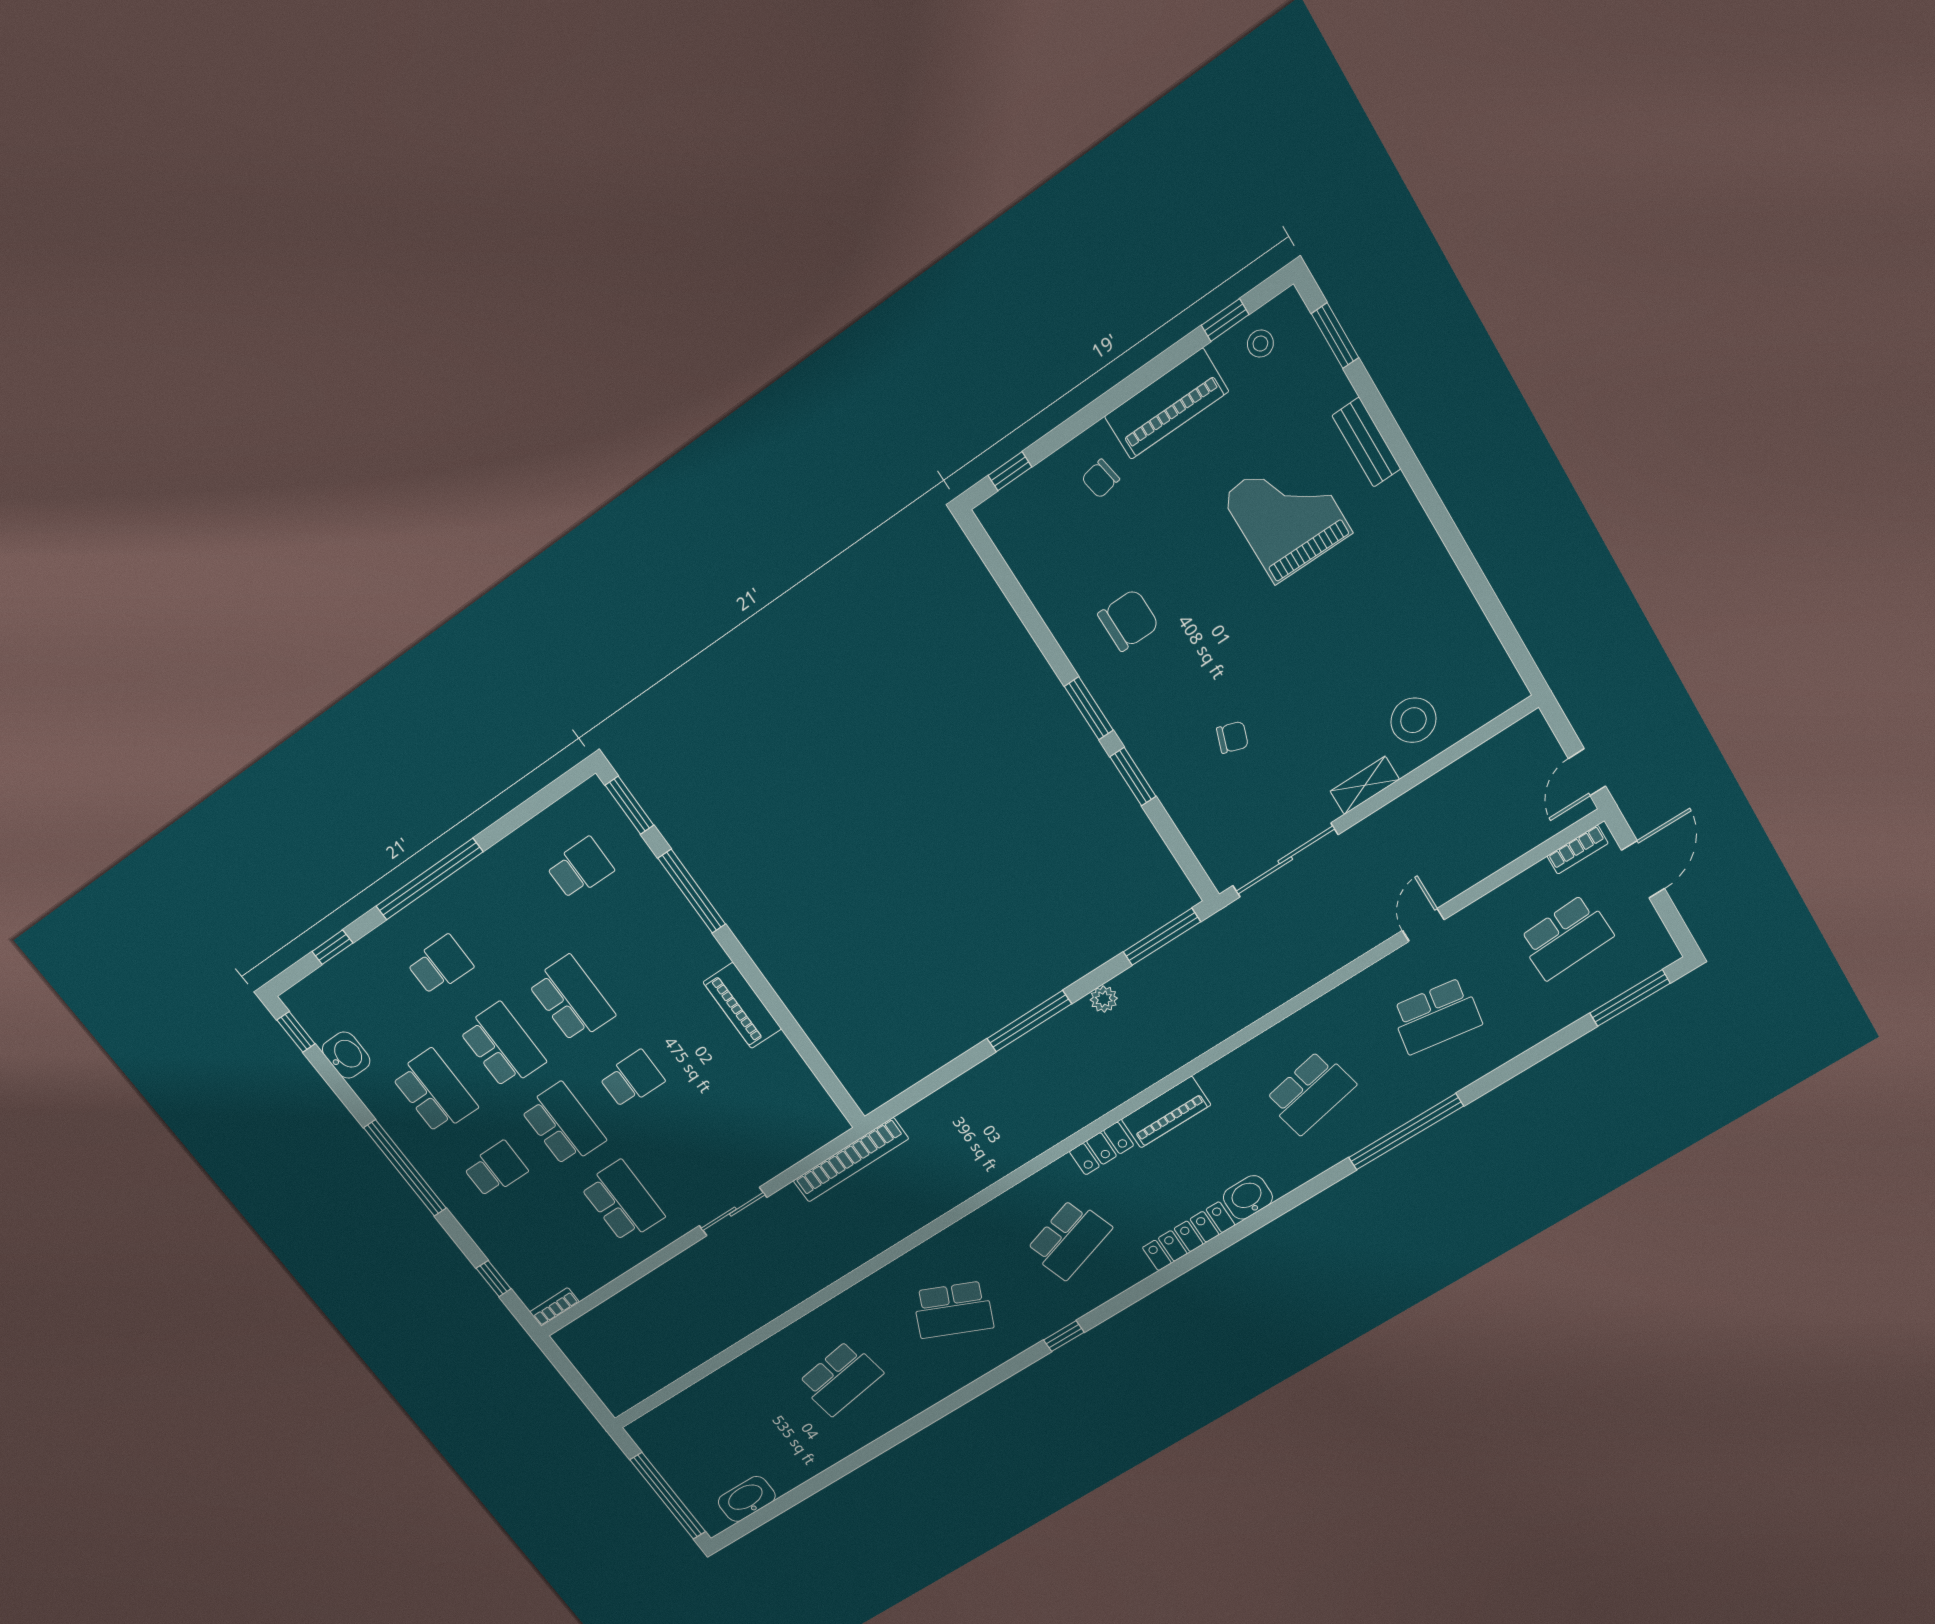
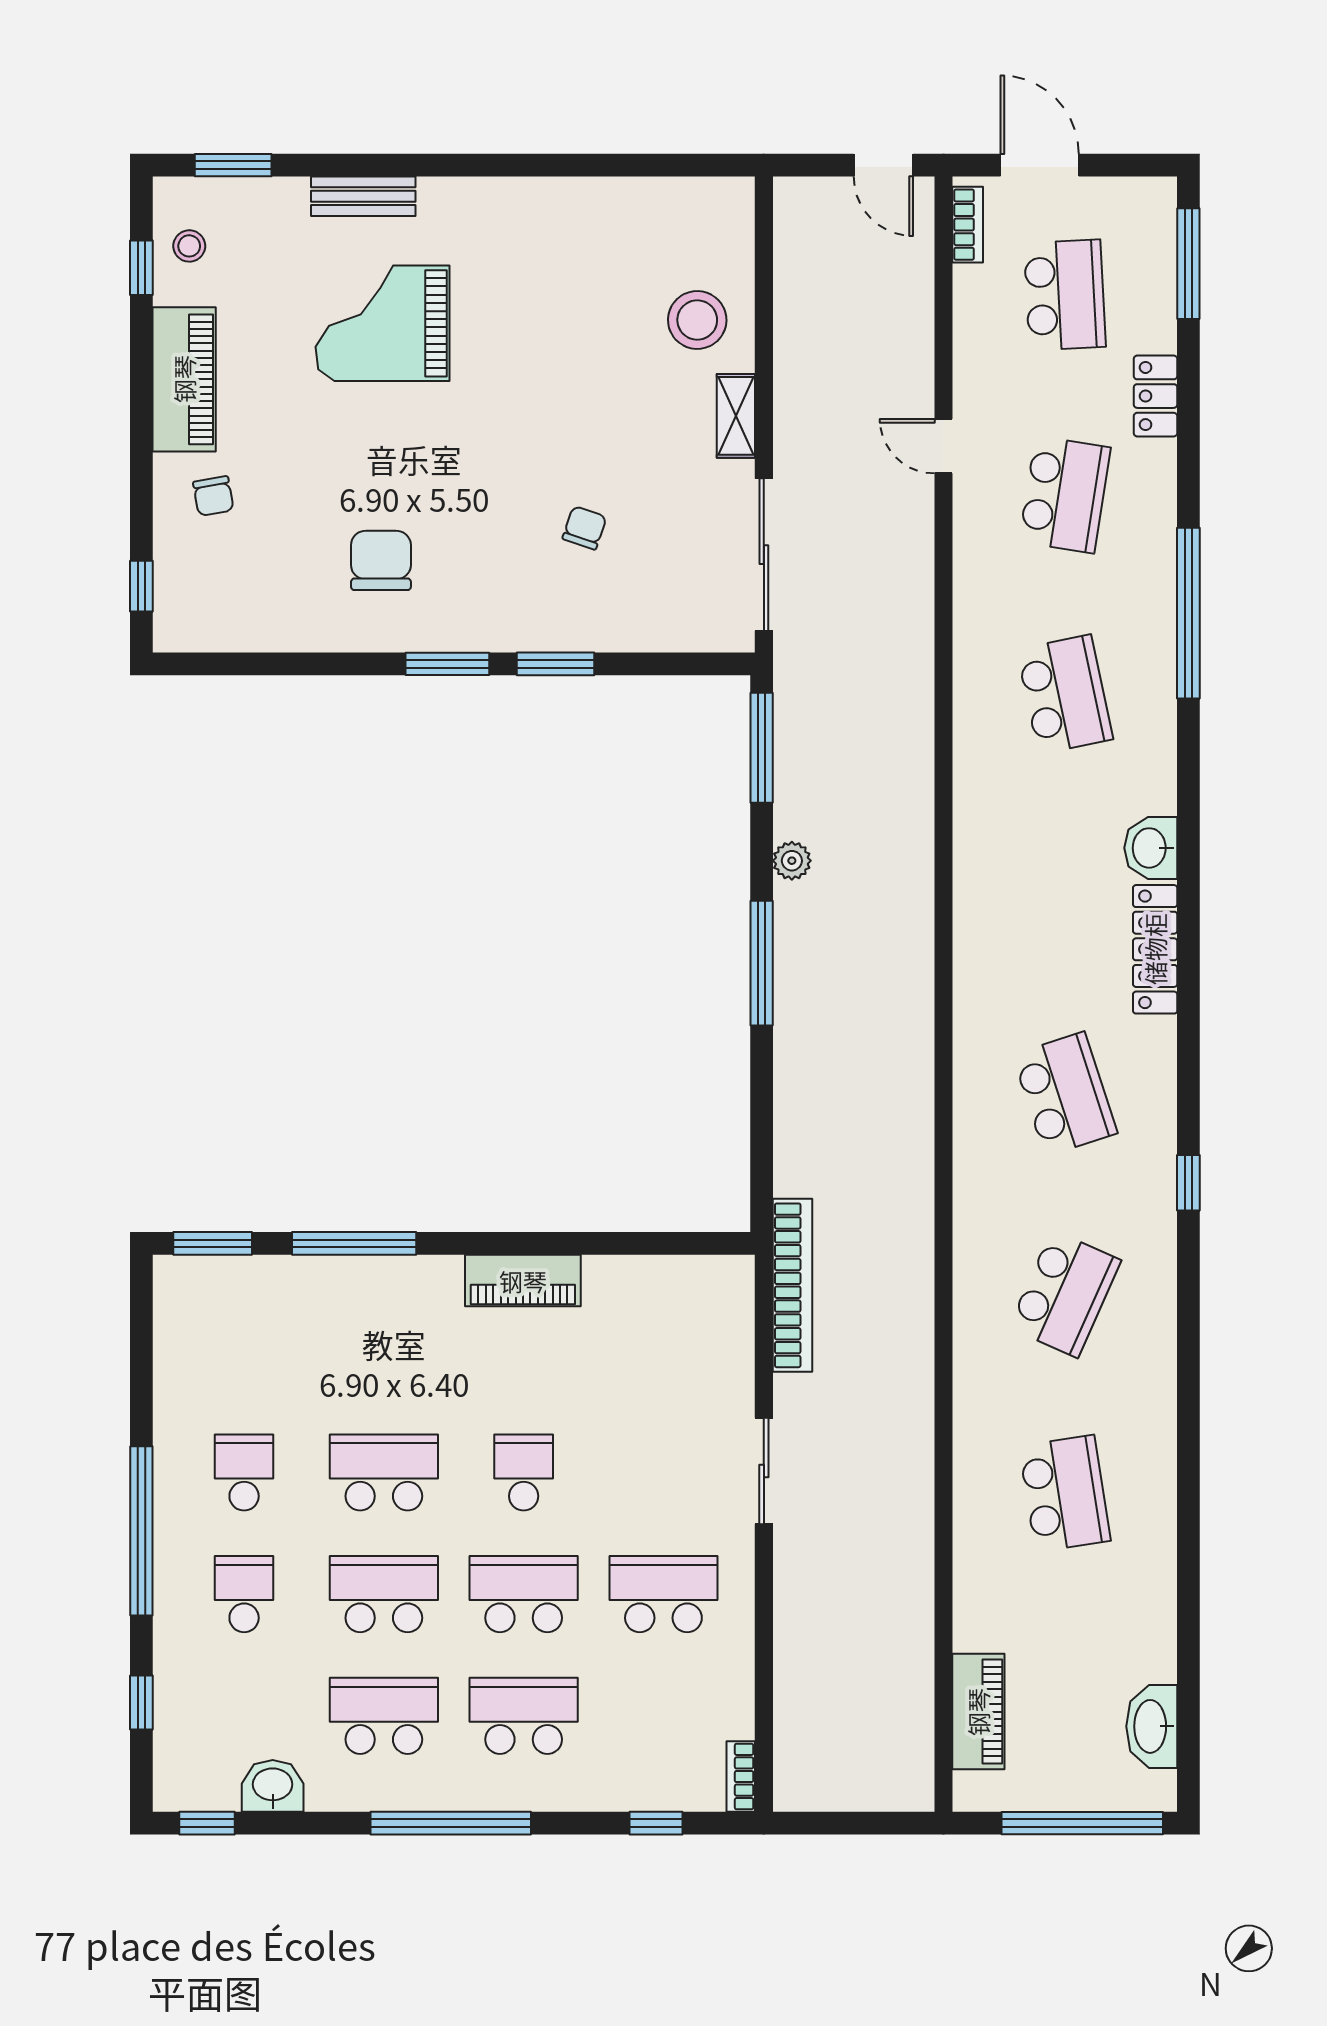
school desk: (580, 868) -> (244, 1472), moved
piano: (1166, 1112) -> (978, 1712), moved
locker: (1102, 1149) -> (1155, 396), moved, turned 180
school desk: (496, 1169) -> (524, 1716), width x1.85

